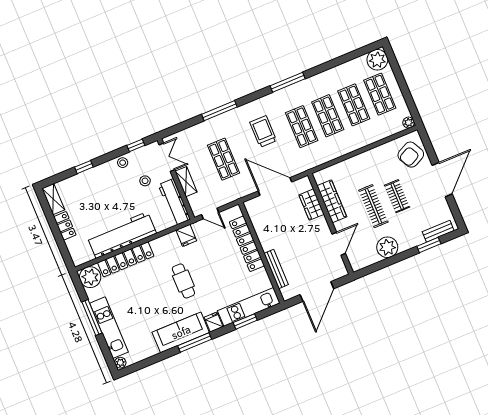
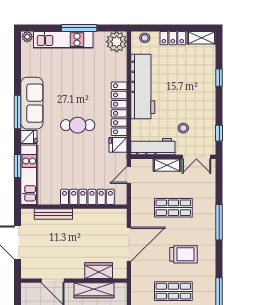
stool: (123, 163) -> (145, 38), moved
locker: (126, 259) -> (119, 109), moved

